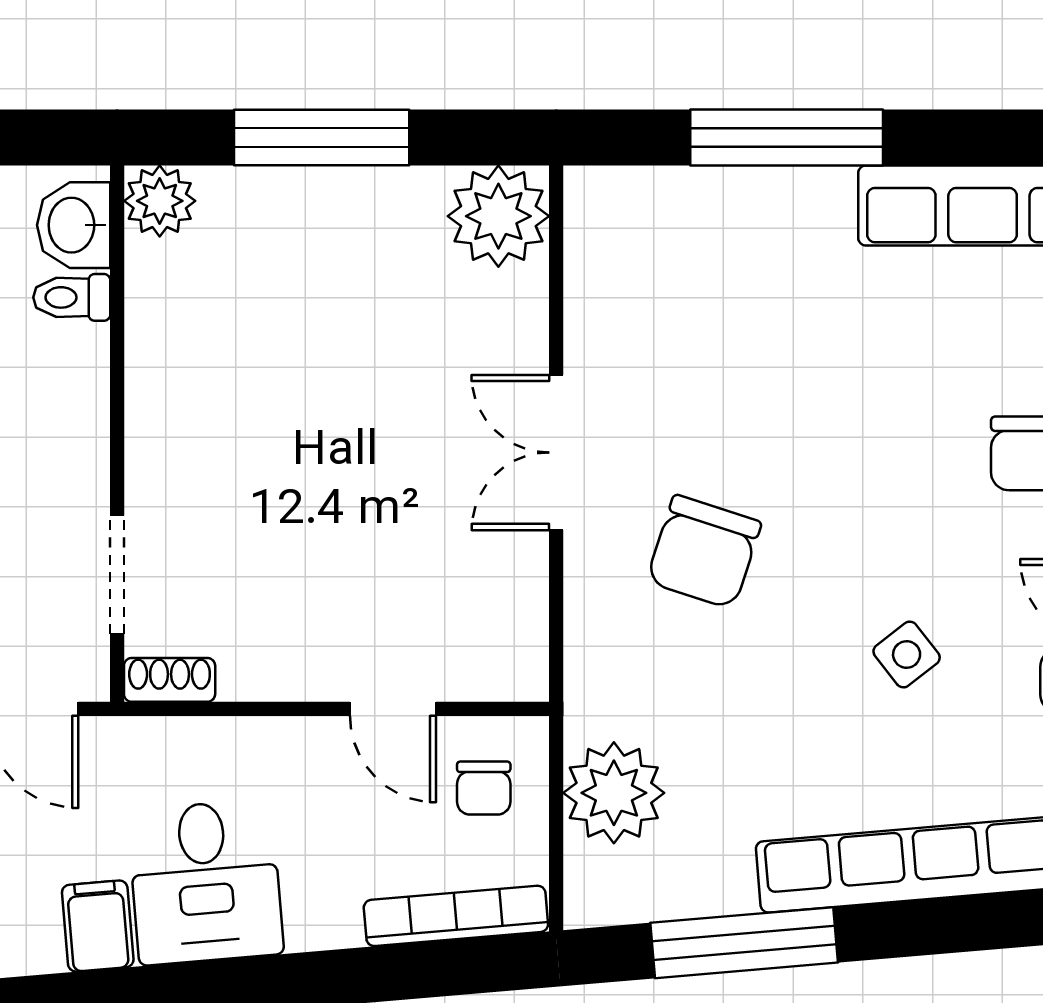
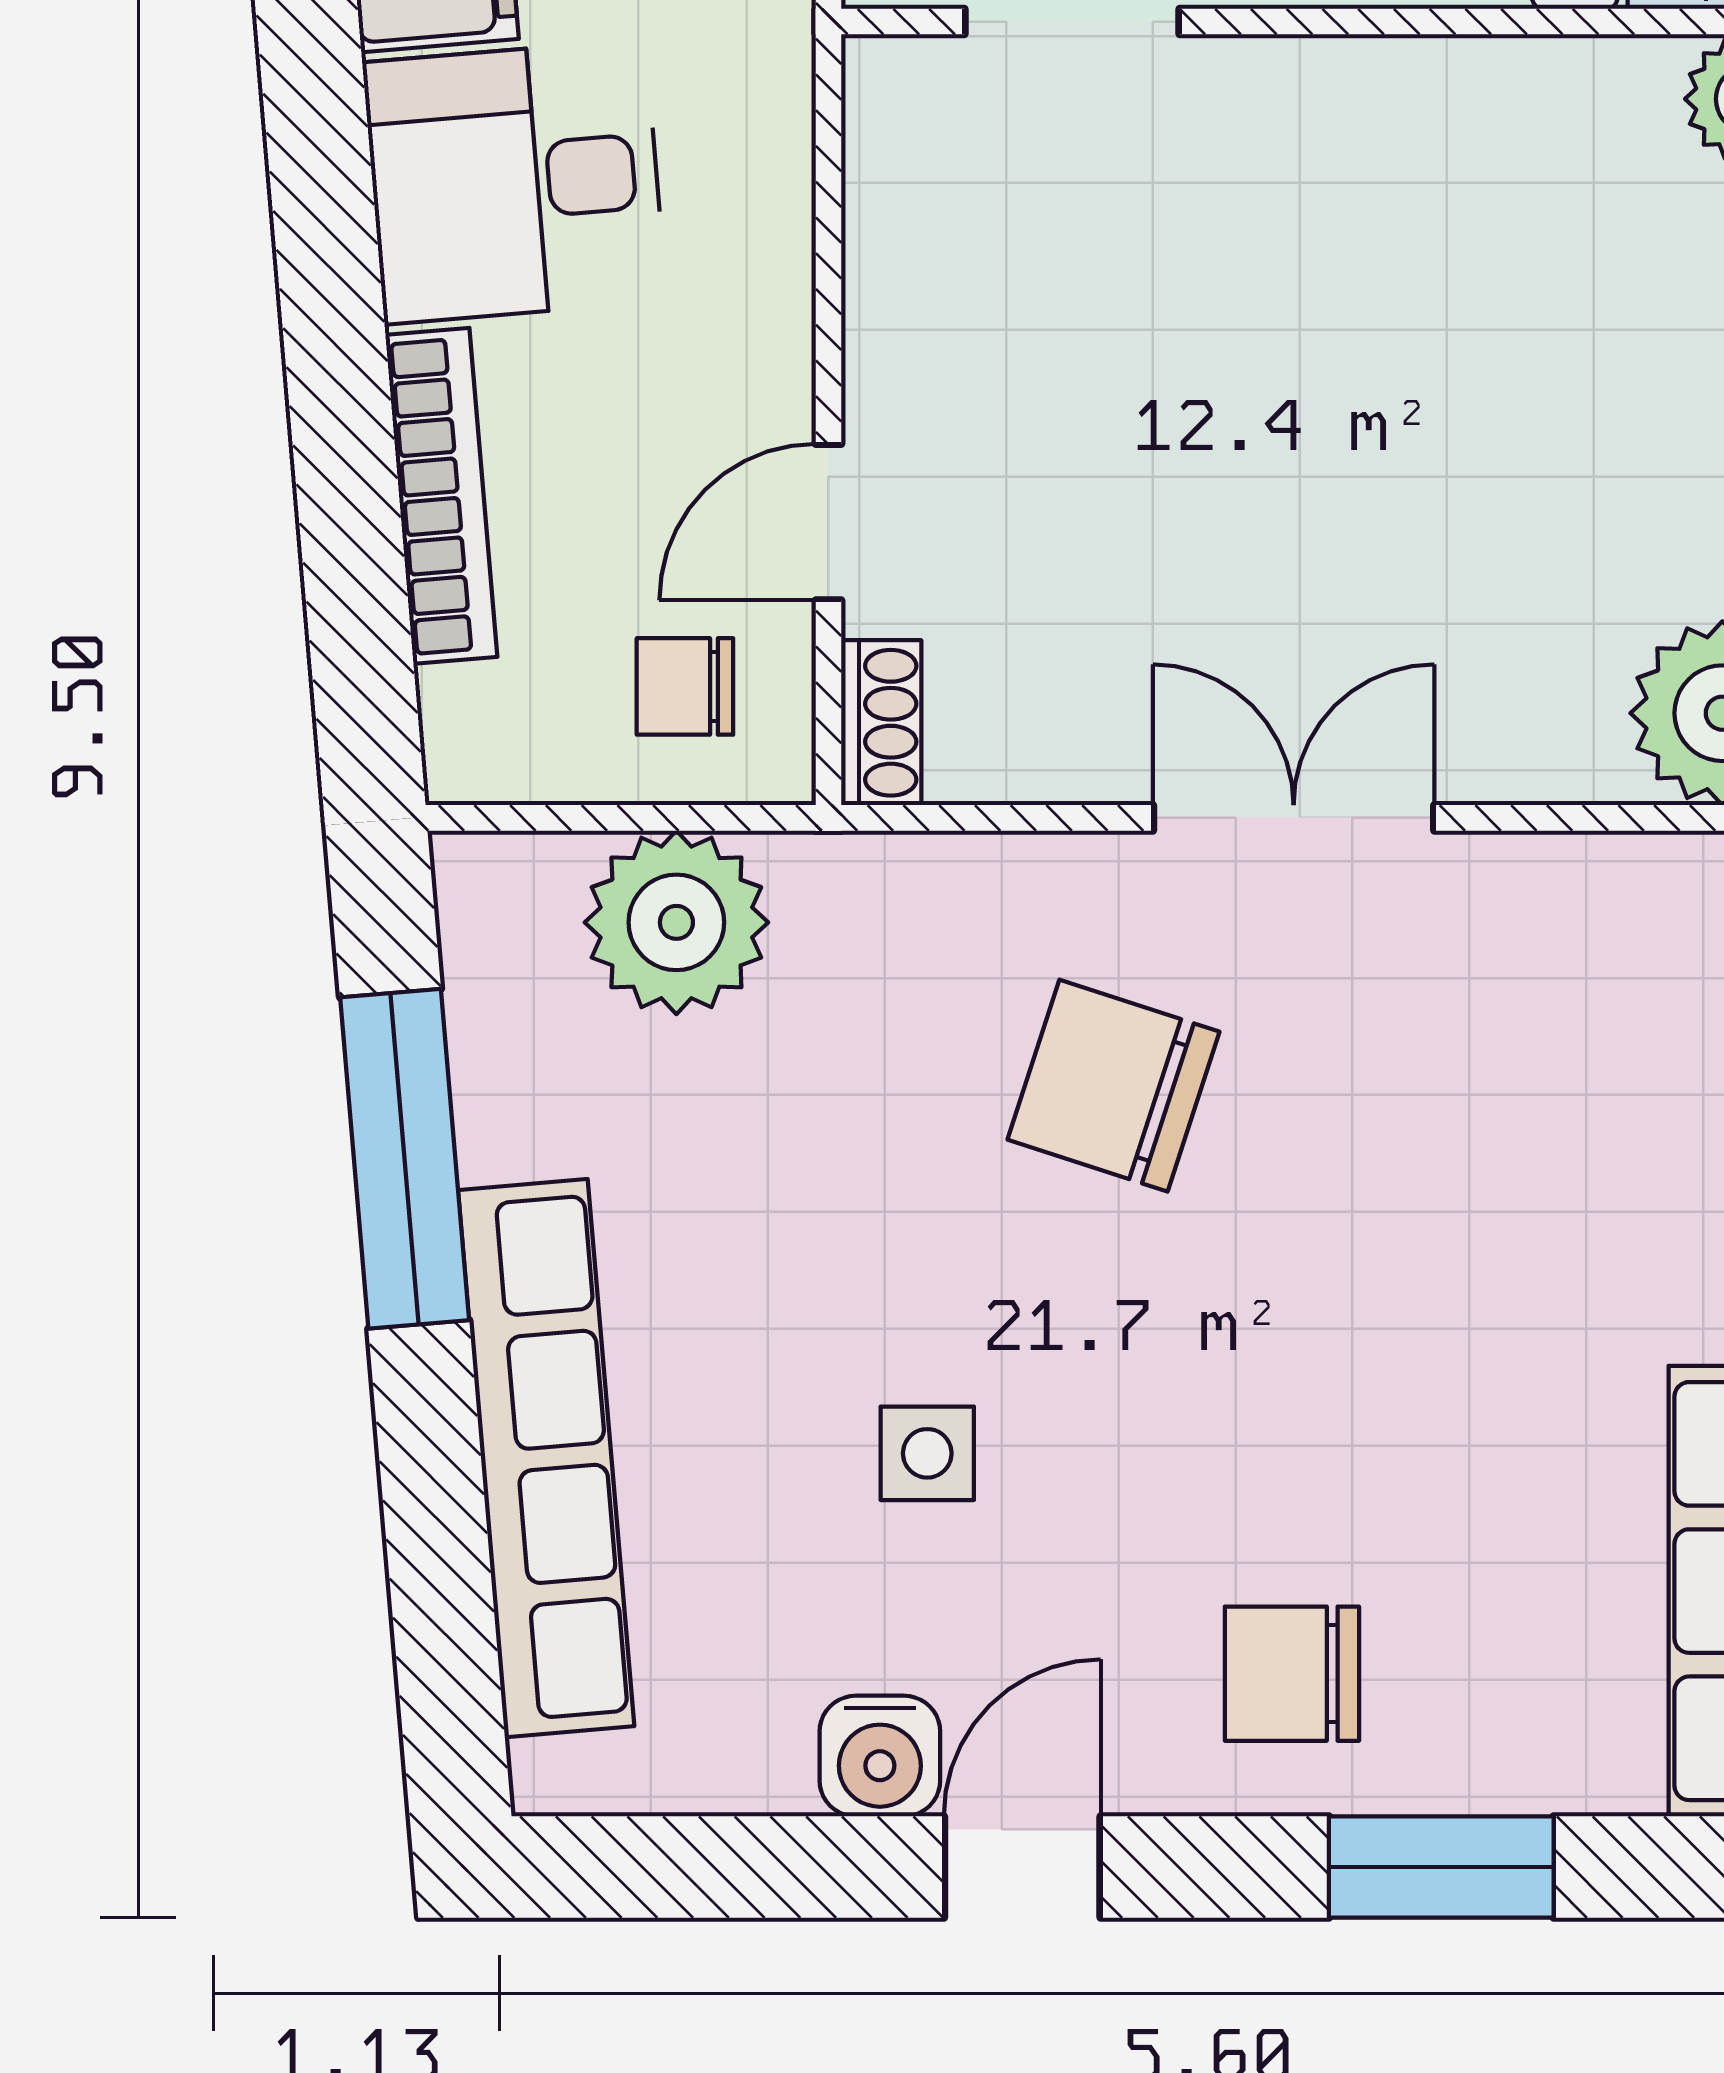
side table: (907, 654) -> (927, 1453), turned 38
shoe rack: (170, 680) -> (881, 723), moved
bookcase: (456, 916) -> (441, 496), moved

